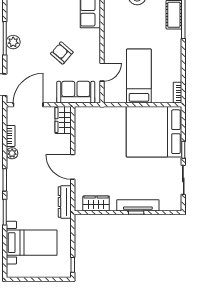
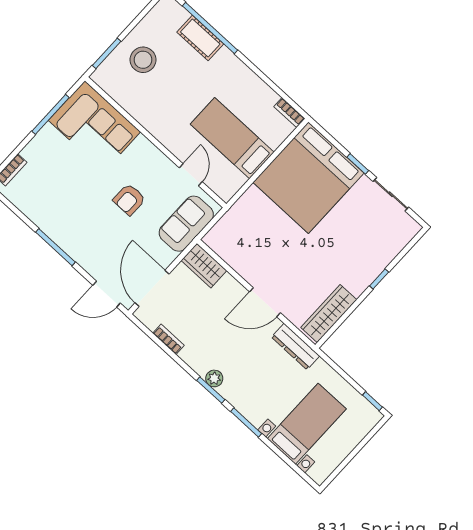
plant: (13, 42) -> (68, 242), removed
armchair: (62, 53) -> (129, 199), turned -41
plant: (12, 153) -> (214, 378), moved
wardrobe: (96, 203) -> (329, 314), width x1.50
tv unit: (138, 205) -> (373, 270), removed

